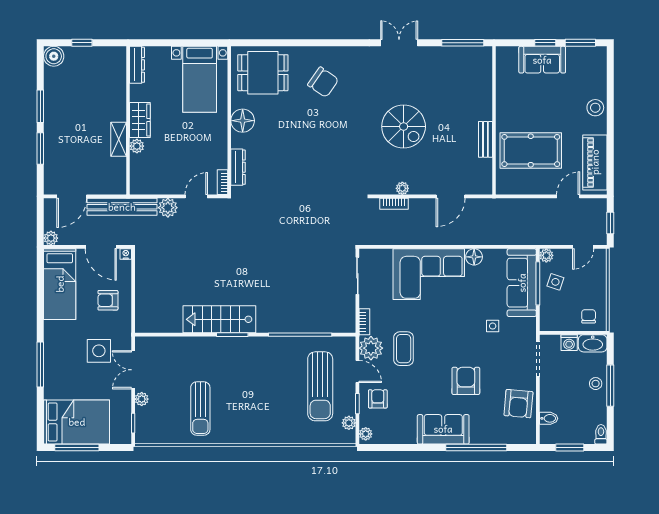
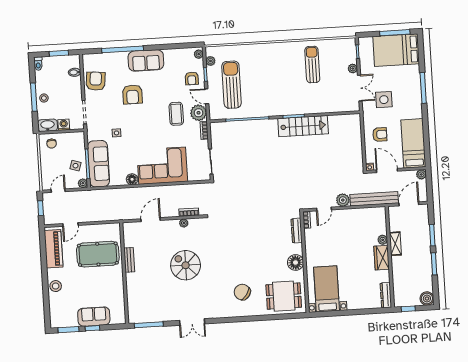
dresser: (137, 65) -> (386, 295), moved
wall: (128, 120) -> (390, 257), moved
wardrobe: (140, 120) -> (382, 258), moved
shelving: (119, 139) -> (395, 244), moved
plant: (137, 146) -> (383, 240), moved

